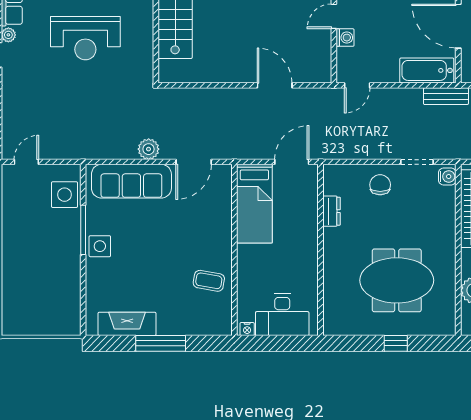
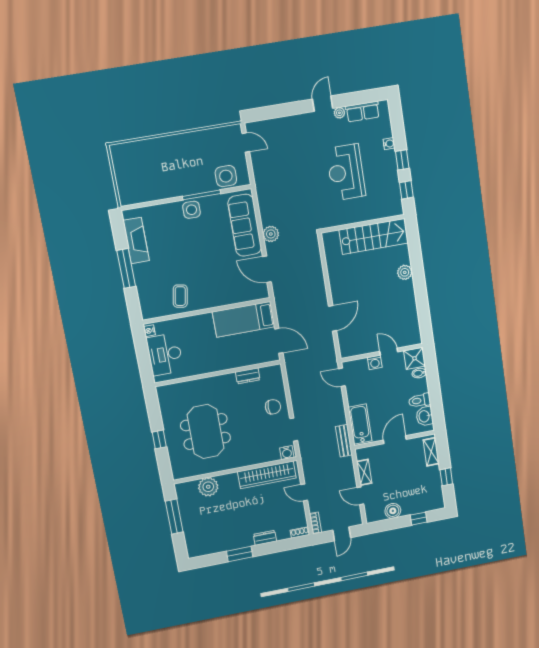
door: (458, 26) -> (395, 440), width x0.73

